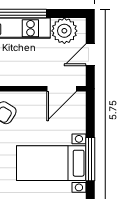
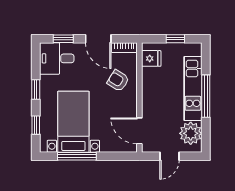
door: (90, 55) -> (169, 156), swing flipped

